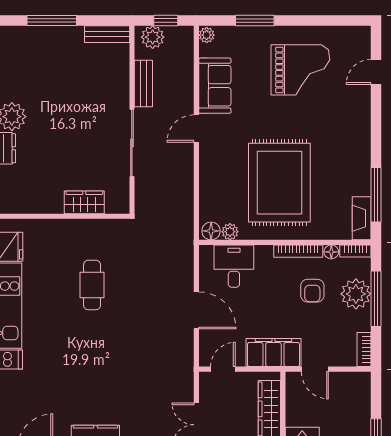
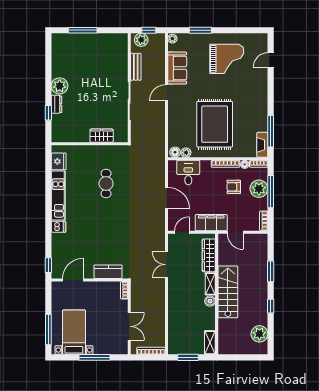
bench: (107, 34) -> (115, 38), removed
armchair: (312, 291) -> (234, 187), turned 90

